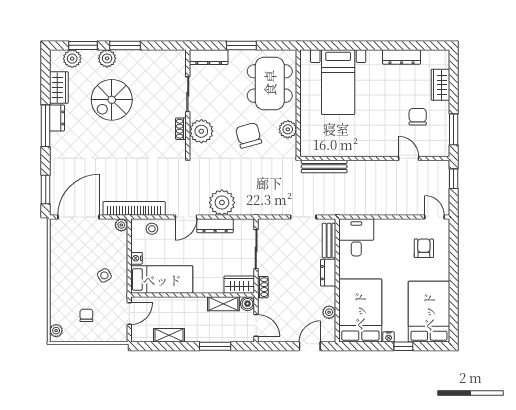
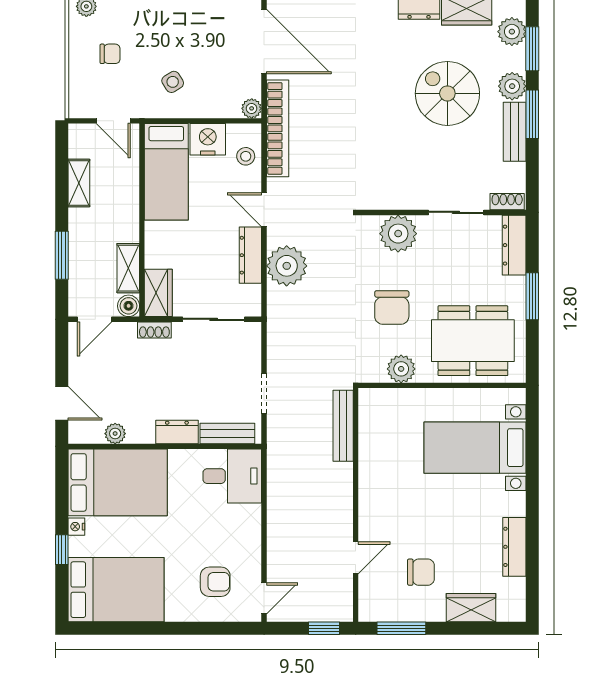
bench: (136, 57) -> (515, 132), added
shoe rack: (181, 129) -> (507, 202), moved
chair: (249, 135) -> (392, 308), turned 105
nightstand: (137, 258) -> (208, 139), width x1.89, depth x1.79

